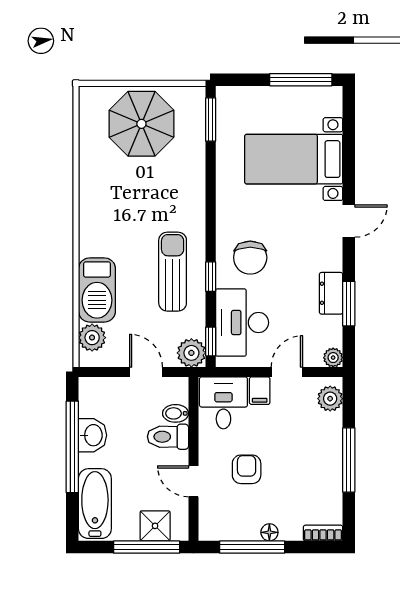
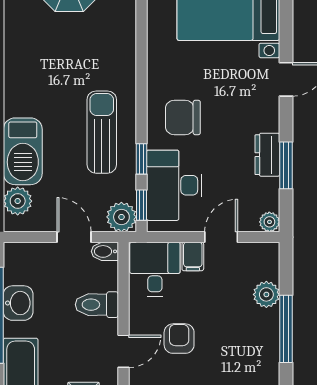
chair: (250, 258) -> (183, 117), turned 90
window: (211, 277) -> (142, 159), moved
plant: (330, 399) -> (266, 294), moved
bidet: (176, 413) -> (105, 251), moved
door: (193, 481) -> (124, 351), swing flipped

